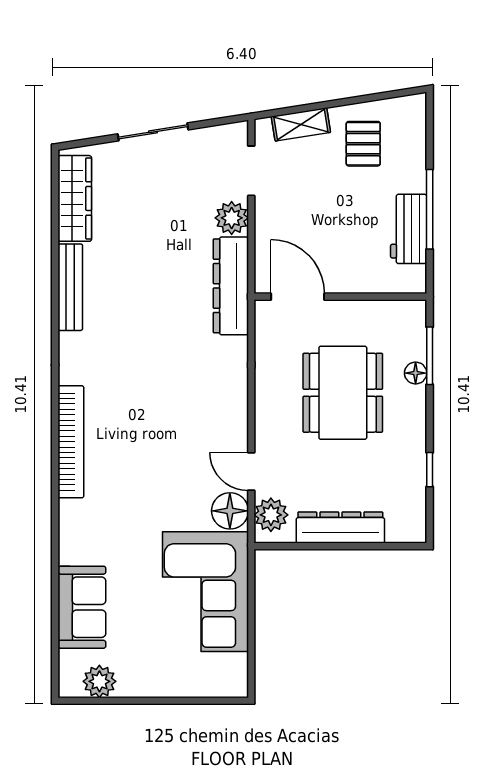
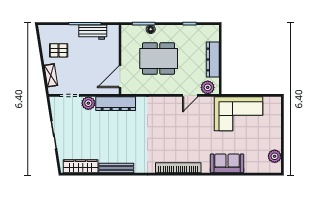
floor lamp: (230, 511) -> (206, 104), removed
sofa: (82, 607) -> (227, 163), moved

